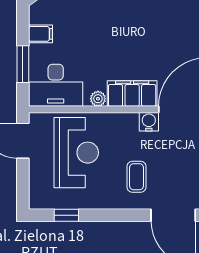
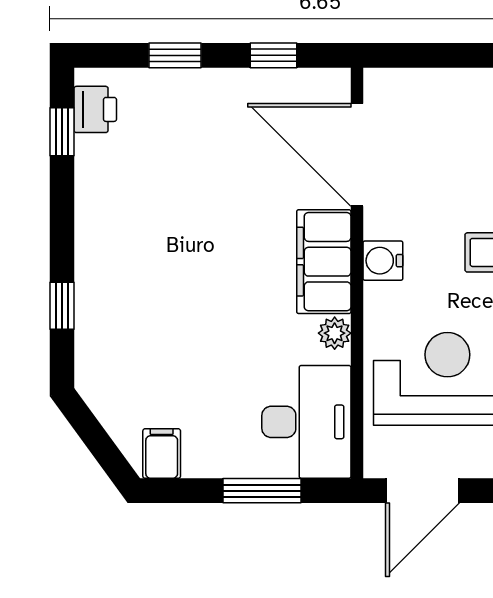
filing cabinet: (41, 34) -> (162, 454), moved
water cooler: (149, 122) -> (383, 261), moved

